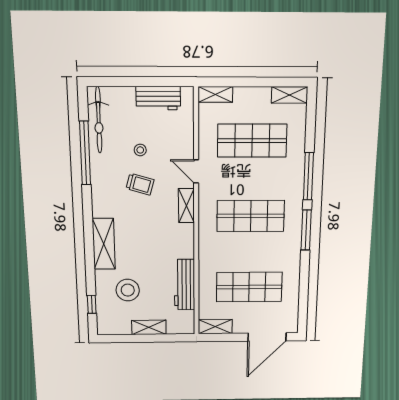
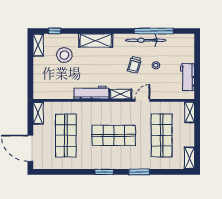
bicycle: (99, 120) -> (146, 40), moved
window: (308, 176) -> (139, 172), width x0.69
shop shelf: (251, 216) -> (114, 135), turned 90
window: (306, 230) -> (104, 172), width x0.69
workbench: (185, 285) -> (91, 93), moved
shelving: (149, 327) -> (38, 45), moved

